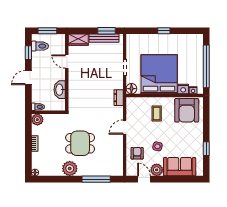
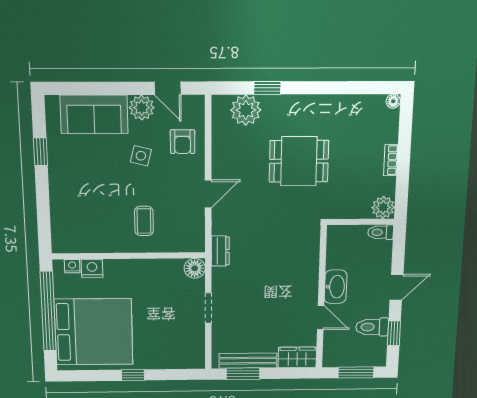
toilet: (40, 46) -> (372, 327), moved
bed: (159, 74) -> (94, 332), moved, turned -90
washbasin: (60, 90) -> (336, 287), moved
armchair: (187, 110) -> (83, 227), removed
plant: (70, 169) -> (246, 110), moved
window: (96, 179) -> (267, 88), width x0.46

